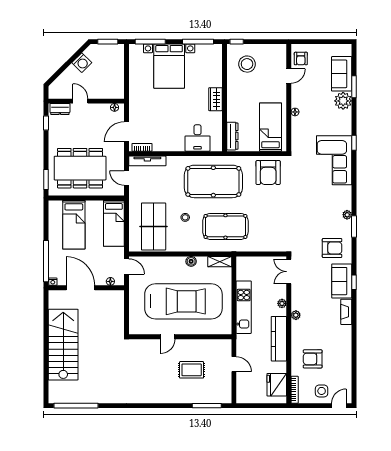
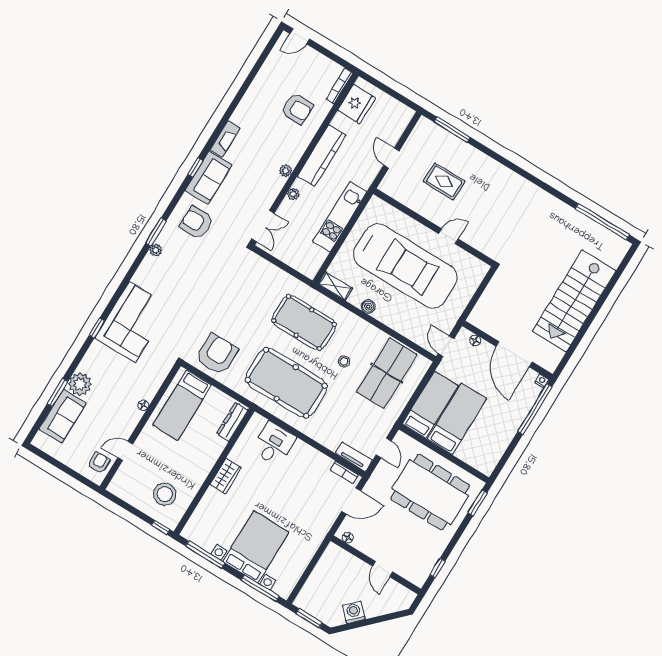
dresser: (60, 109) -> (412, 574), removed
tv unit: (147, 161) -> (354, 457), width x0.71
bed: (74, 225) -> (457, 419), moved
car: (183, 301) -> (405, 266), turned 180
side table: (322, 391) -> (309, 65), removed

